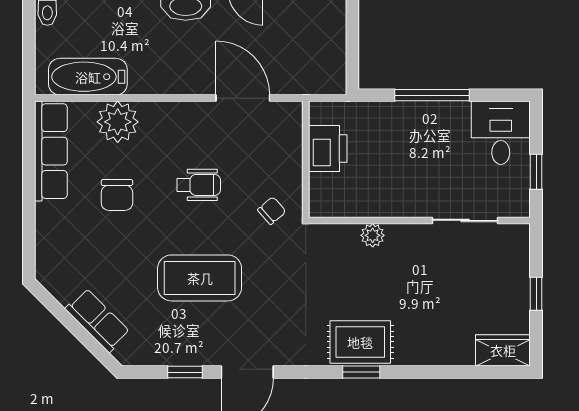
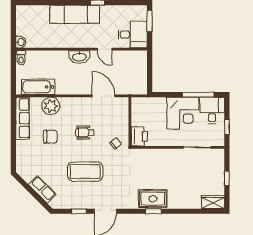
window: (432, 95) -> (198, 95), moved
corner desk: (431, 139) -> (183, 113), added
printer: (328, 148) -> (139, 136), moved
wheelchair: (199, 185) -> (85, 132), turned 180
chair: (117, 195) -> (50, 137), turned -90
plant: (373, 235) -> (158, 154), removed

